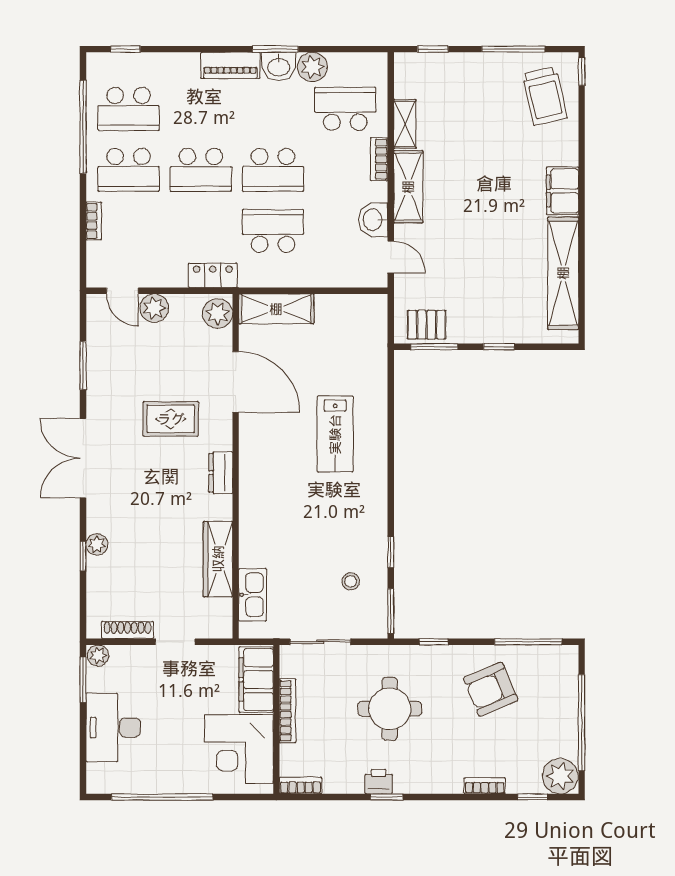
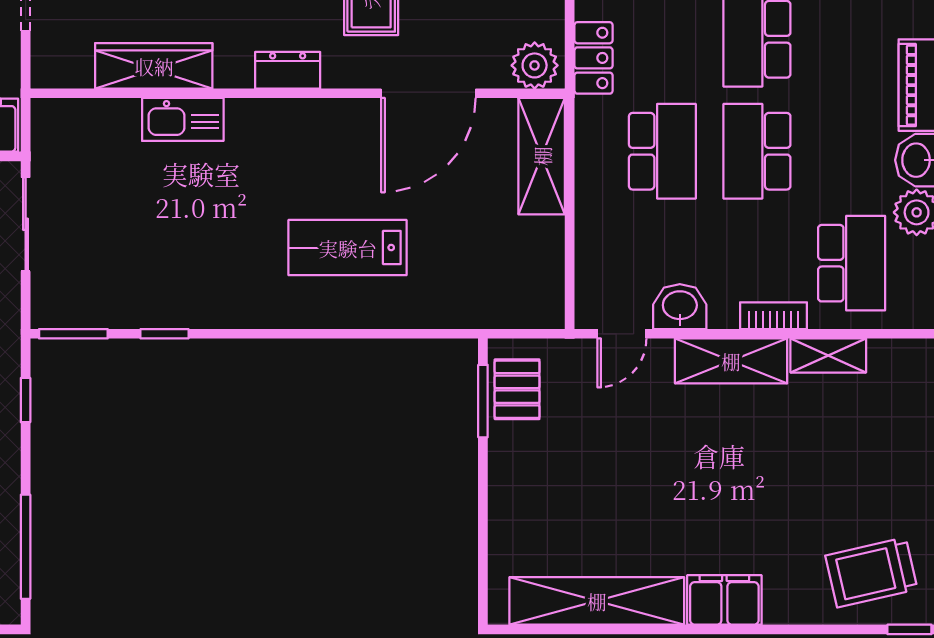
window: (499, 347) -> (483, 501), removed
stool: (351, 581) -> (119, 271), removed
kitchen sink: (253, 595) -> (183, 119), moved

